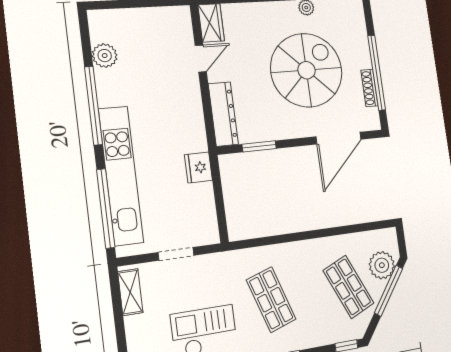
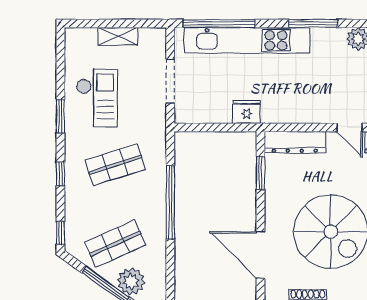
window: (93, 106) -> (313, 24), width x0.68
window: (301, 236) -> (170, 202), added
doorway: (176, 254) -> (170, 81), width x1.38
shelving: (130, 292) -> (118, 36), moved

